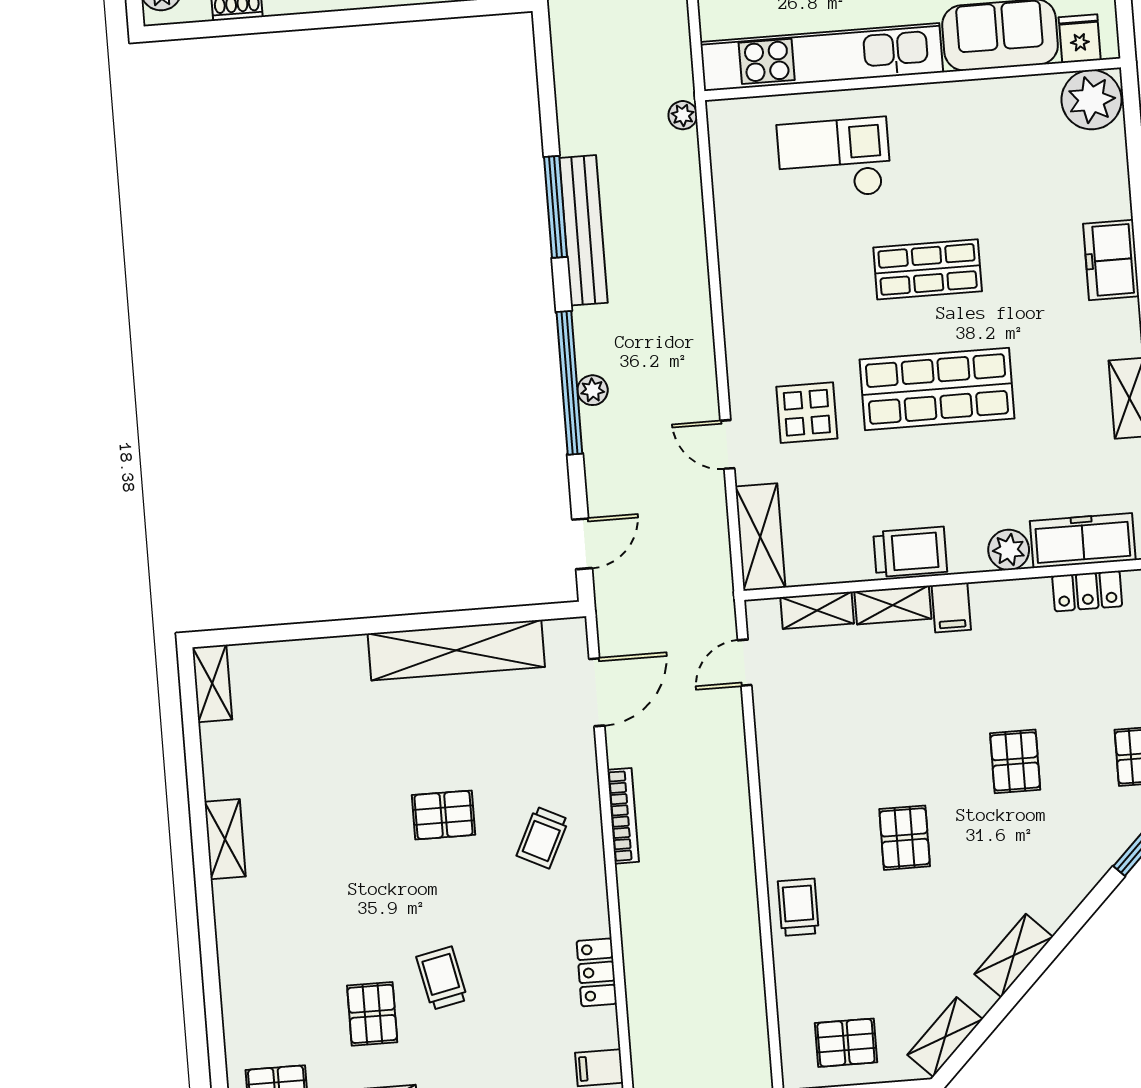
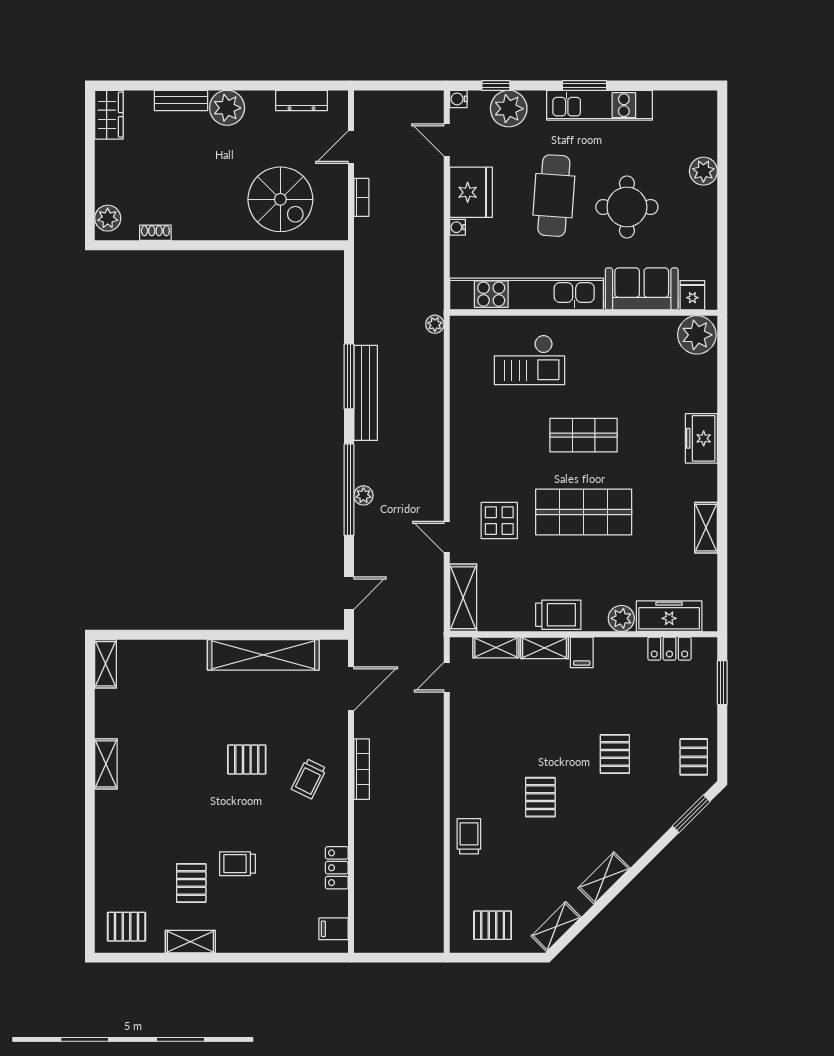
checkout: (834, 159) -> (529, 360), turned 180
trolley: (442, 978) -> (238, 864), turned -78

